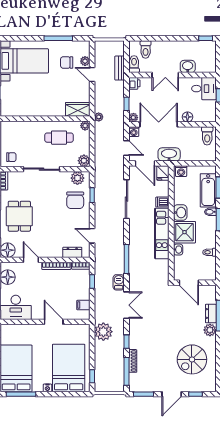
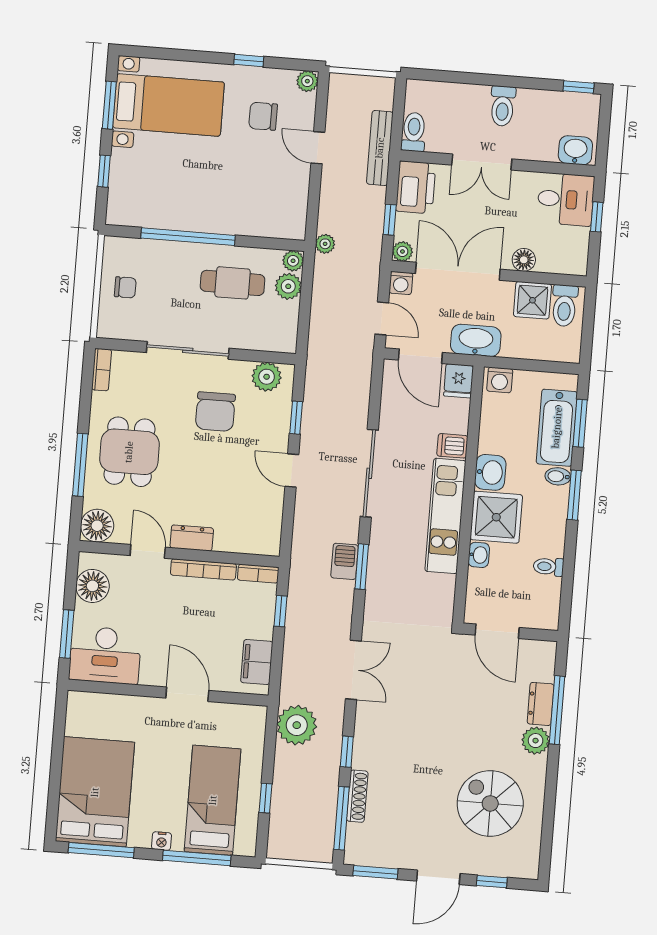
window: (58, 38) -> (249, 61), width x0.46
toilet: (146, 49) -> (503, 106), moved
plant: (85, 61) -> (307, 81), moved
washbasin: (188, 66) -> (575, 150), moved
bench: (120, 68) -> (380, 148), width x1.36
printer: (134, 83) -> (416, 187), width x1.87, depth x1.48
wardrobe: (78, 109) -> (279, 223), removed
window: (38, 119) -> (188, 237), added
shower: (193, 135) -> (532, 300), added
chair: (11, 157) -> (125, 287), moved
plant: (84, 161) -> (288, 286), moved
sliding door: (127, 199) -> (369, 473), moved
chair: (75, 200) -> (215, 412), moved
door: (92, 236) -> (292, 470), moved
dresser: (72, 252) -> (192, 538), moved
window: (127, 259) -> (362, 567), width x0.69
barbecue: (119, 282) -> (345, 561), moved
filing cabinet: (83, 305) -> (257, 662), width x2.00
spiral stairs: (192, 359) -> (490, 803), turned 90
bed: (69, 368) -> (213, 800), width x0.67
window: (92, 376) -> (266, 798), moved
window: (64, 394) -> (197, 858), added

